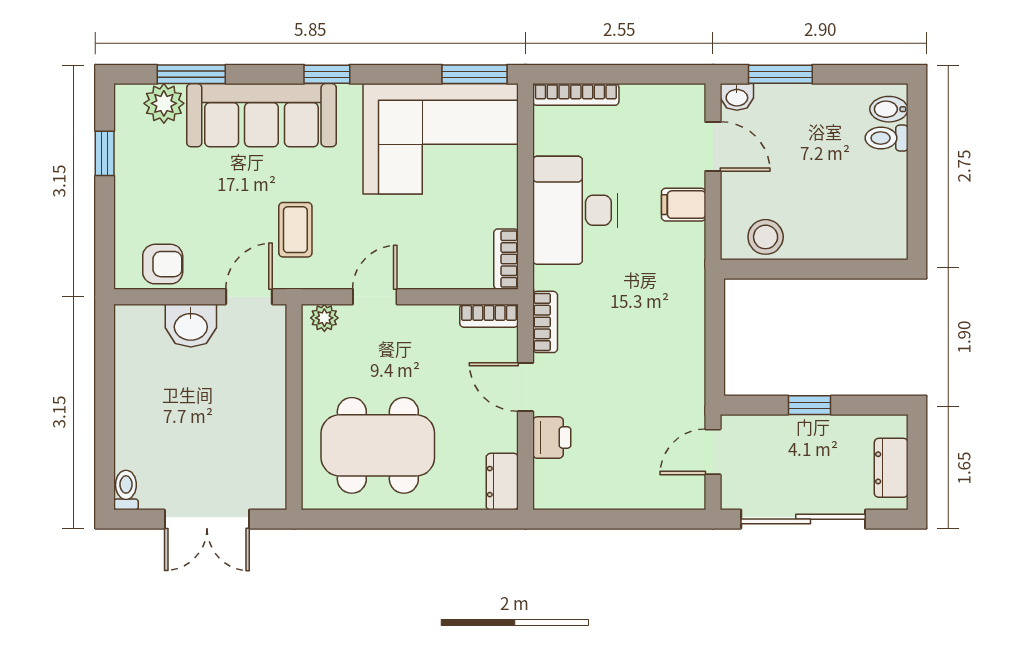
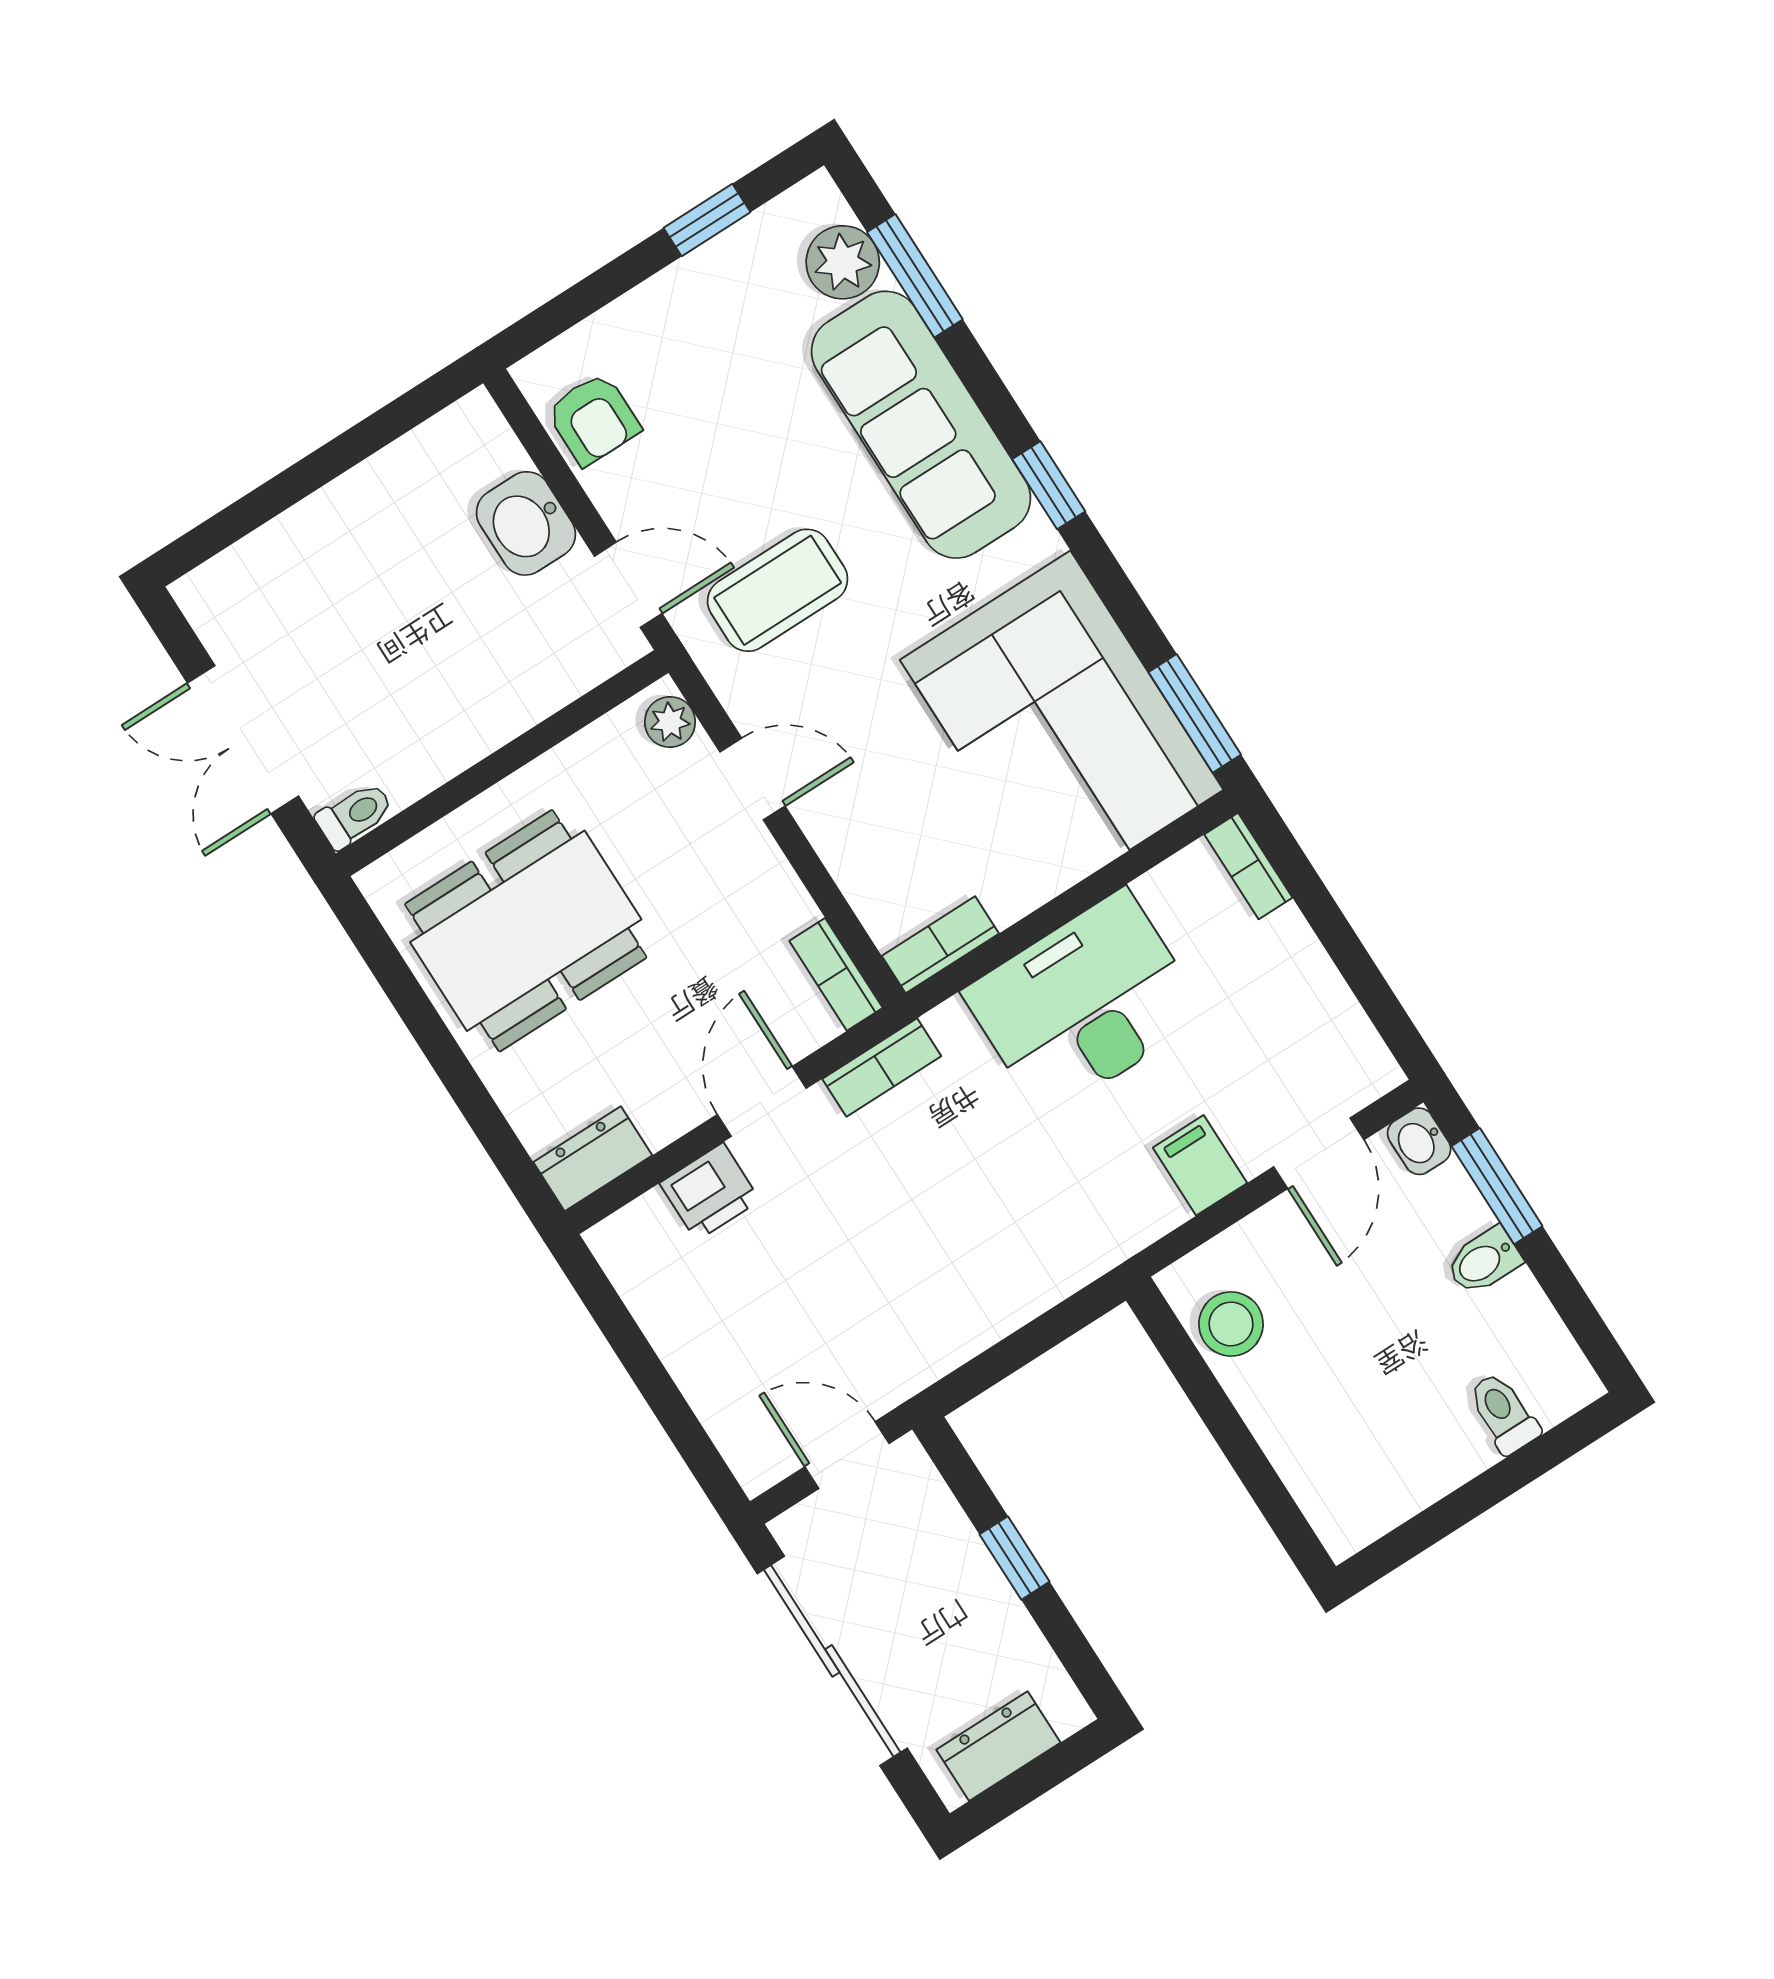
bookcase: (576, 94) -> (1248, 866), width x0.64
bidet: (889, 109) -> (1484, 1261), moved, turned -90
coffee table: (295, 230) -> (778, 590), width x1.36, depth x1.30
dining table: (378, 445) -> (526, 931), turned 90
toilet: (126, 490) -> (355, 815), moved

